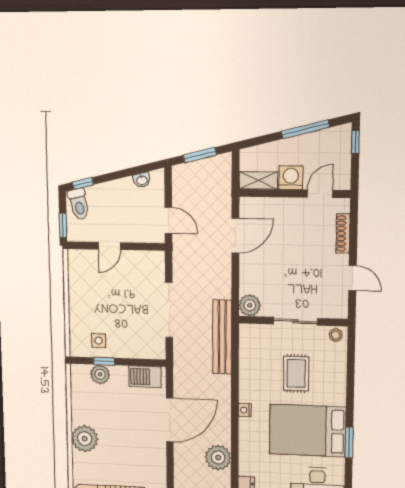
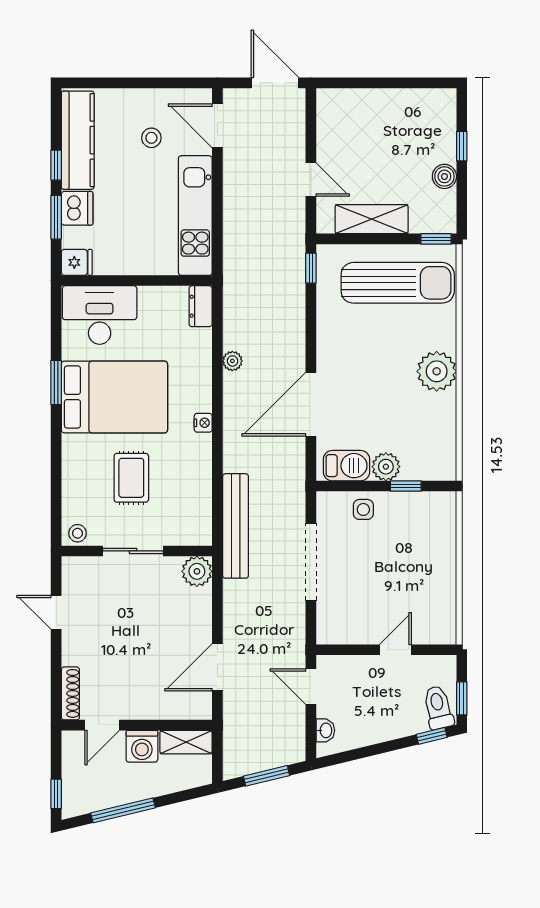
washbasin: (142, 180) -> (325, 730), moved, turned 104
window: (63, 225) -> (462, 698), moved
shoe rack: (343, 233) -> (70, 693), moved
side table: (99, 341) -> (363, 509), moved
plant: (100, 374) -> (386, 467), moved
plant: (218, 458) -> (232, 361), width x0.53, depth x0.53

